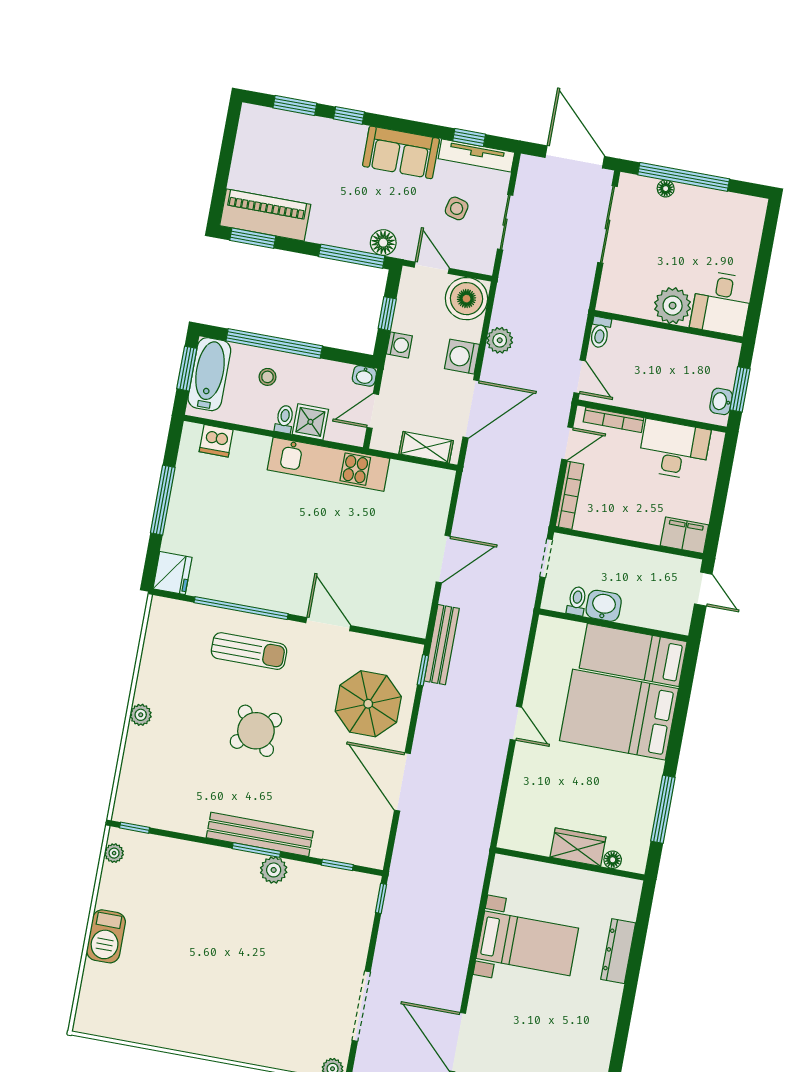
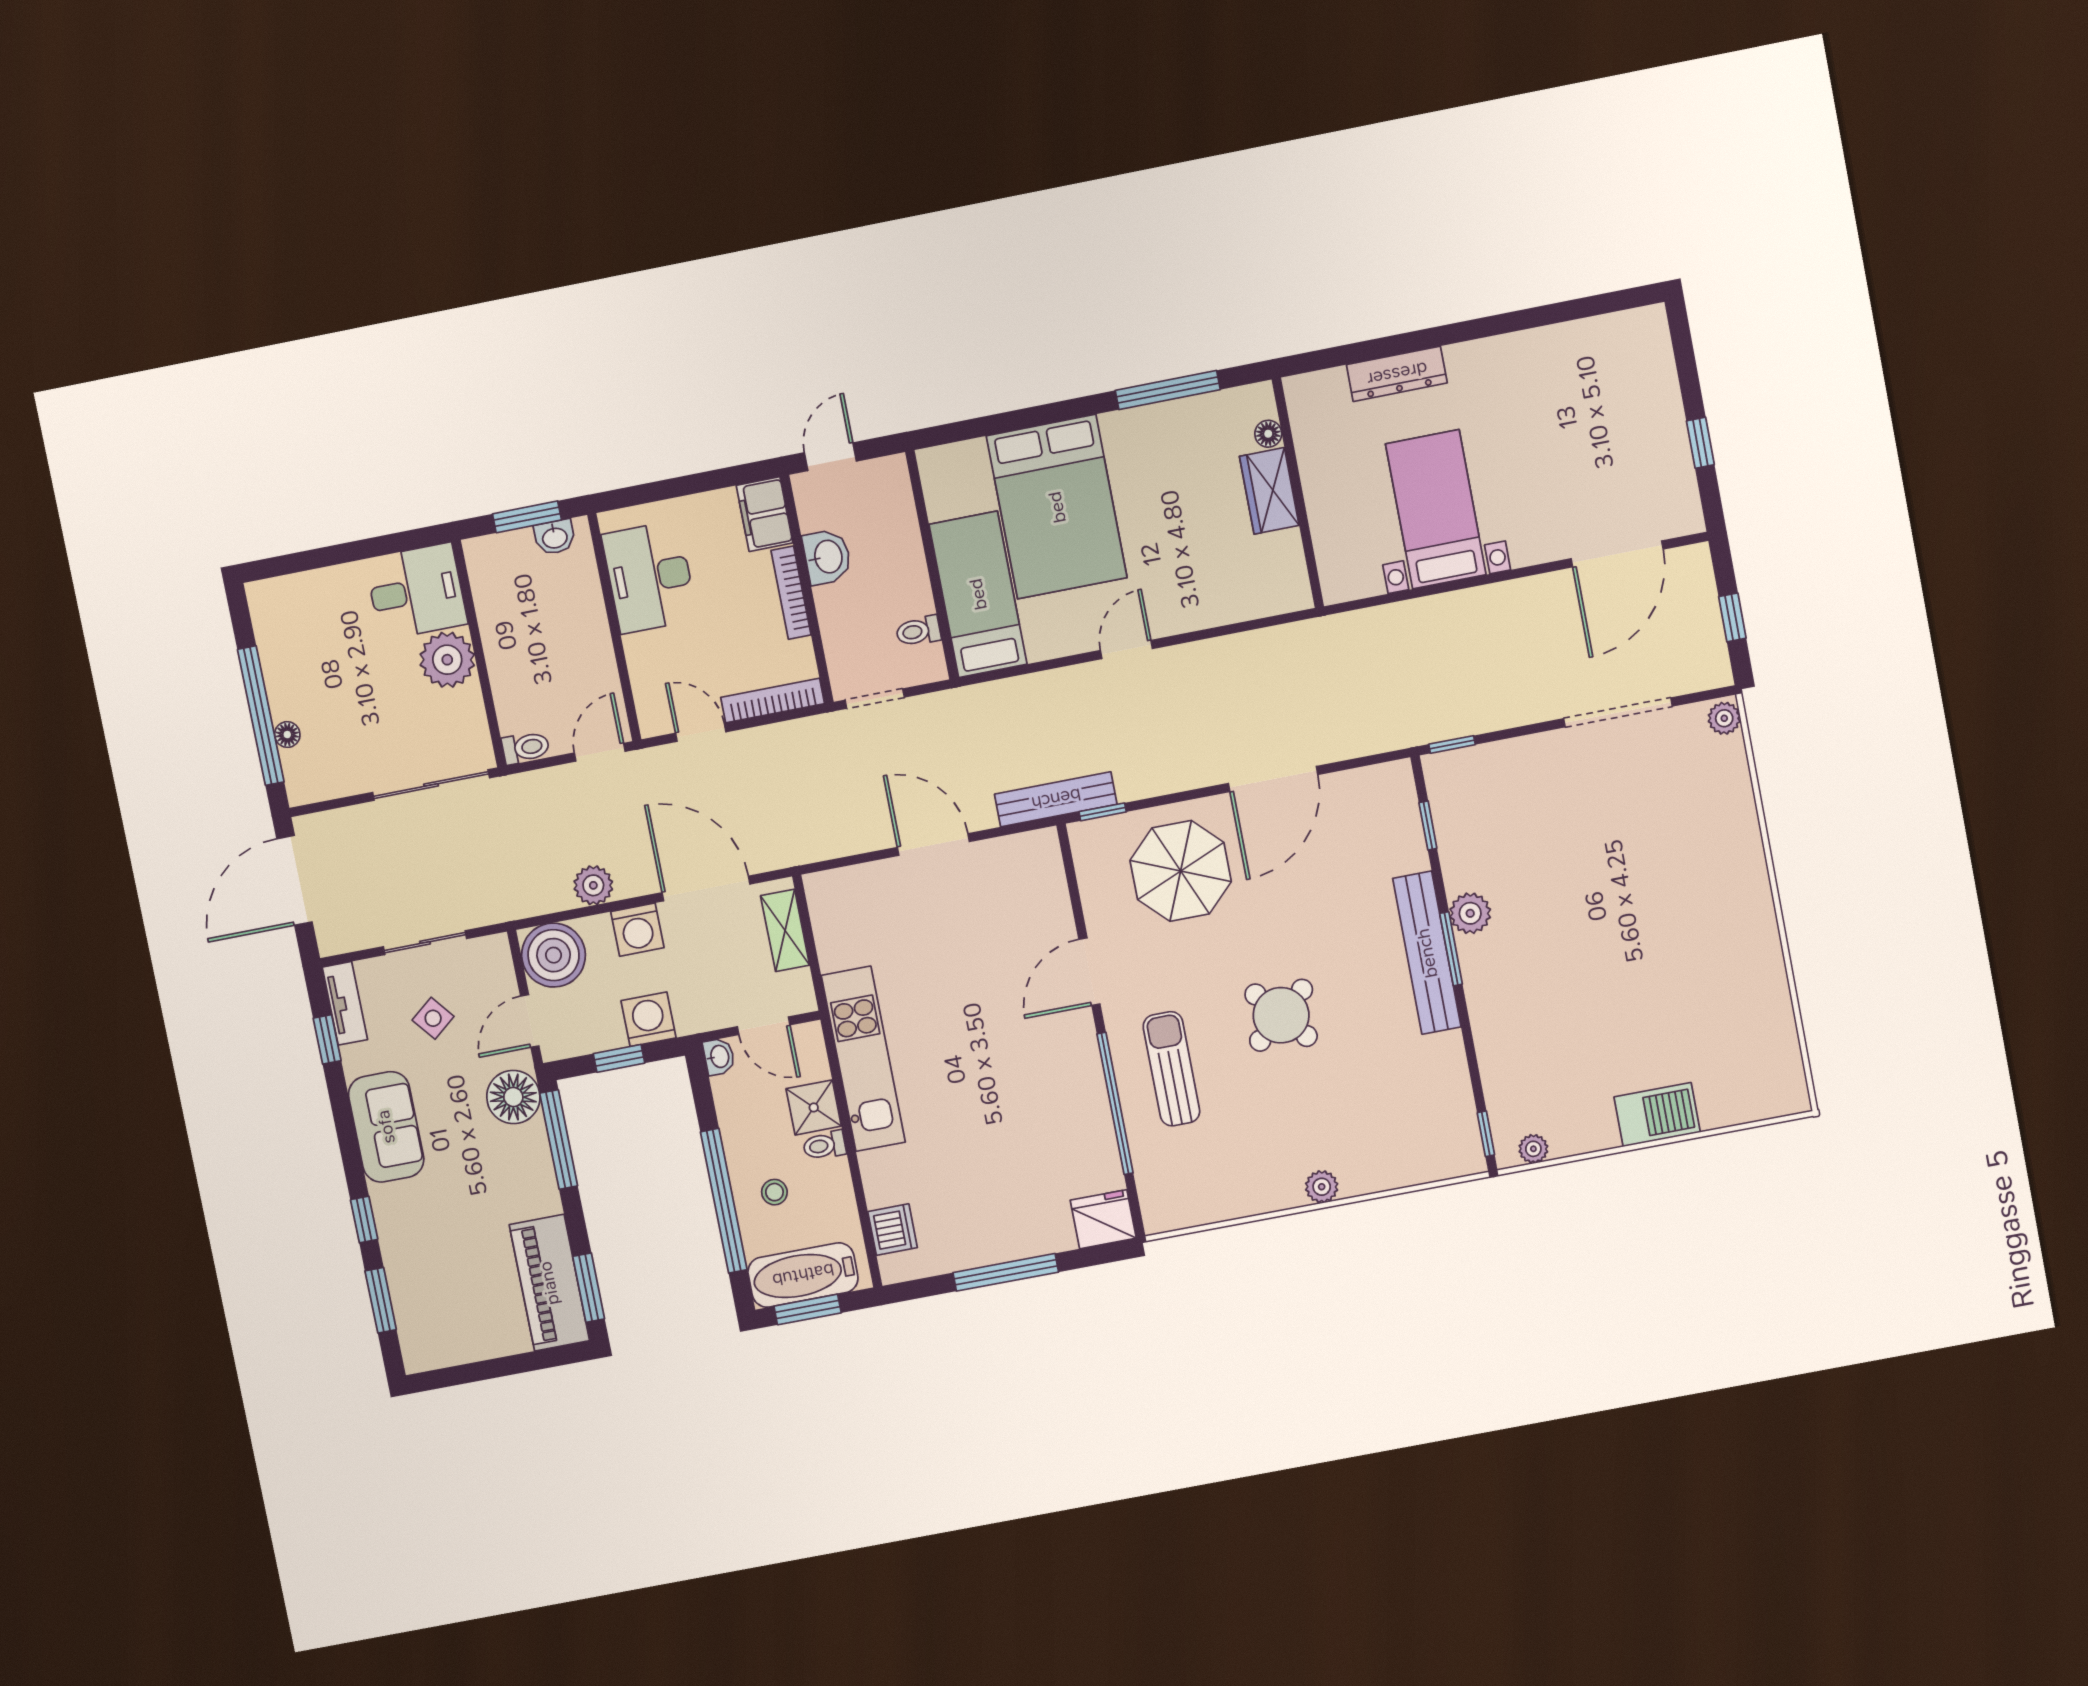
tv unit: (476, 156) -> (345, 1003), width x0.71
side table: (457, 208) -> (433, 1018), turned 37
sliding door: (607, 224) -> (431, 785), moved
floor lamp: (383, 243) -> (513, 1097), width x1.38, depth x1.38
washing machine: (399, 345) -> (648, 1019), width x1.38, depth x1.38
bookcase: (614, 420) -> (791, 593), moved, turned 180
washbasin: (604, 606) -> (827, 557), moved, turned 180
bed: (633, 655) -> (978, 594), moved, turned 180

